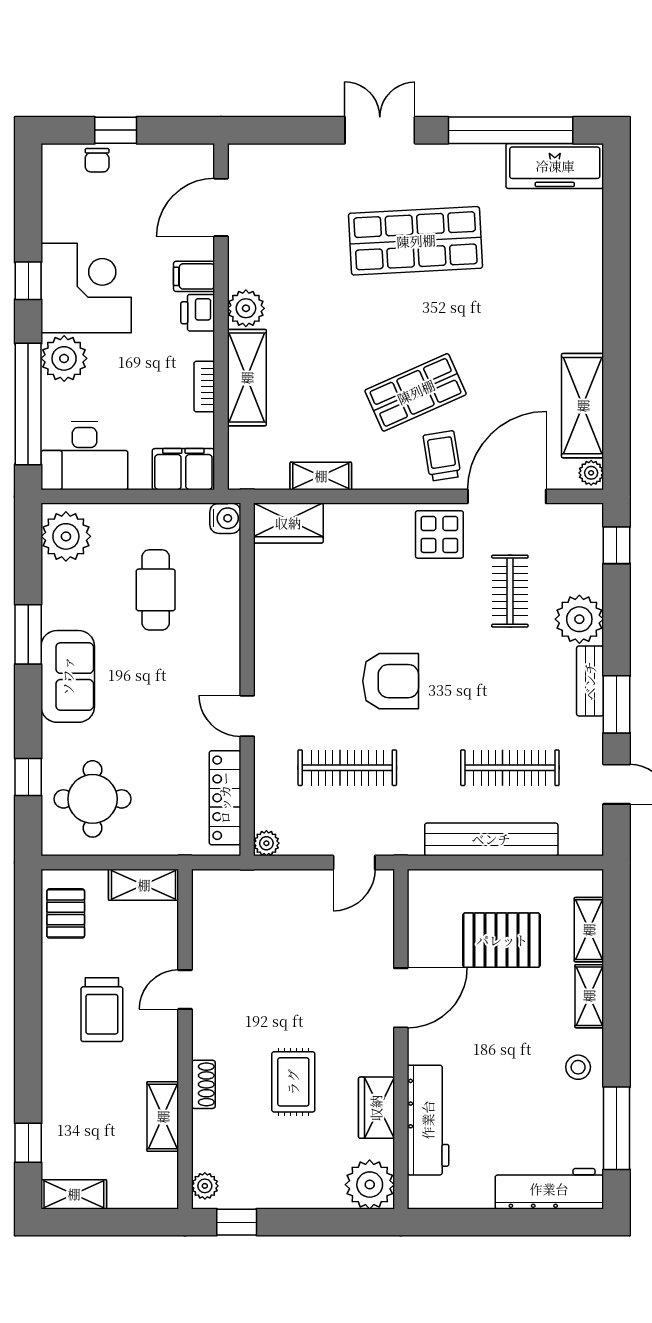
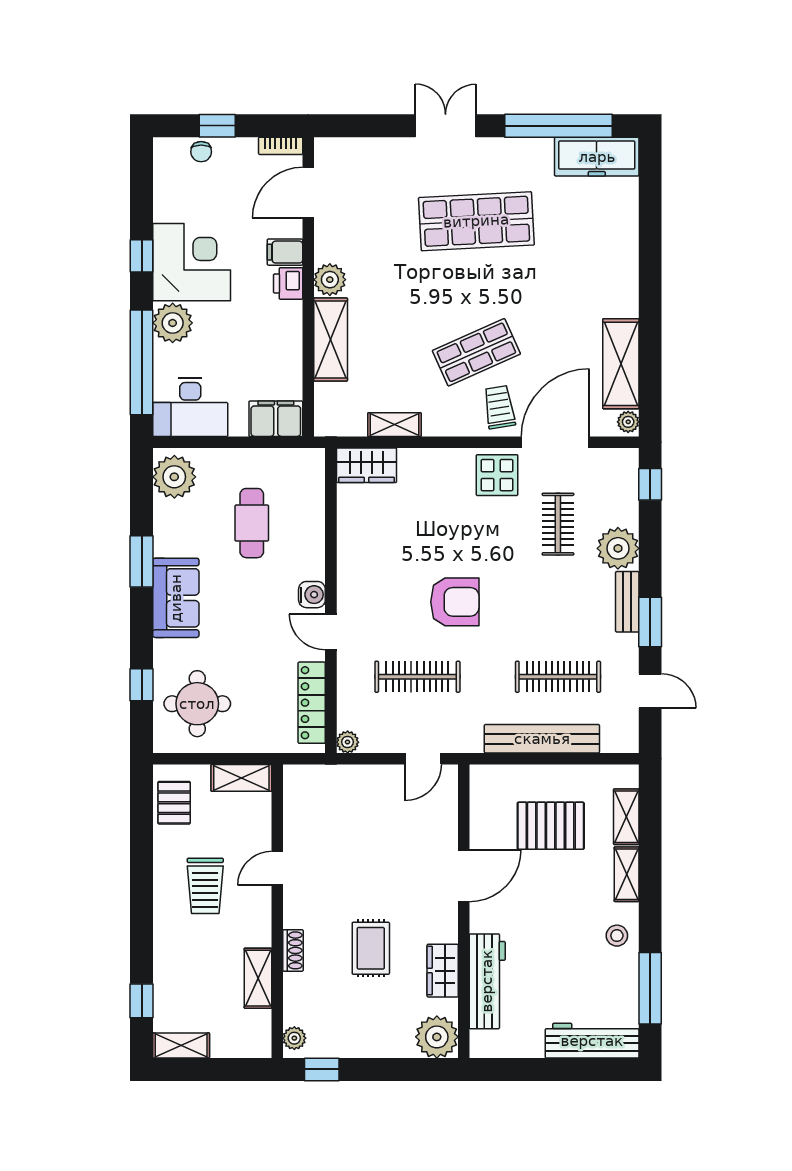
bookcase: (204, 387) -> (281, 146), moved, turned -90
water cooler: (225, 518) -> (312, 595), moved

